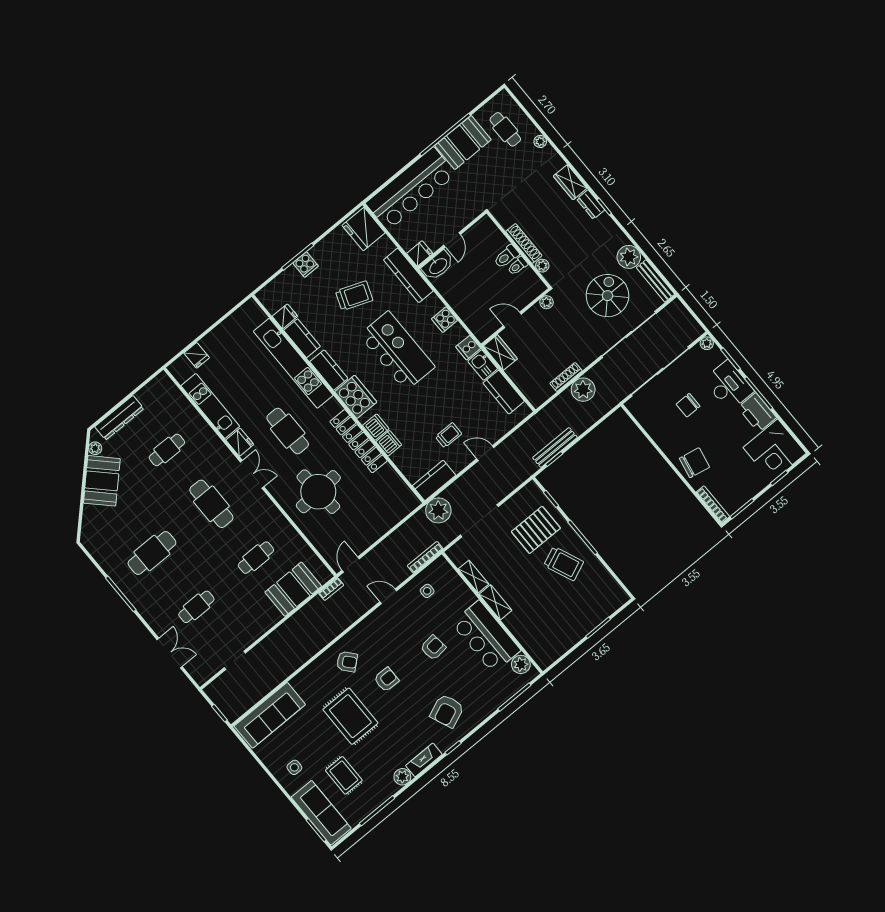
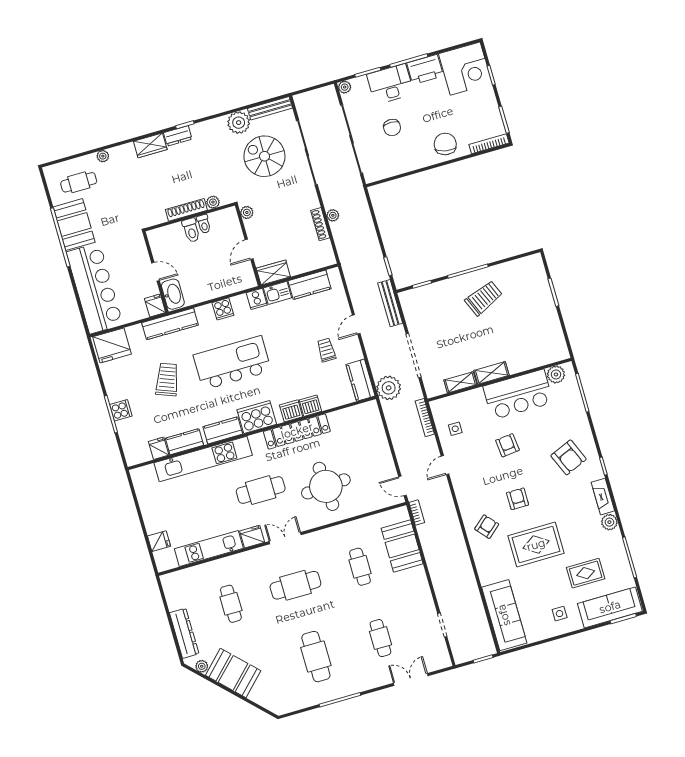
plant: (583, 390) -> (333, 215), width x0.53, depth x0.53
bench: (555, 448) -> (390, 303), moved
pallet: (536, 530) -> (443, 309), removed

